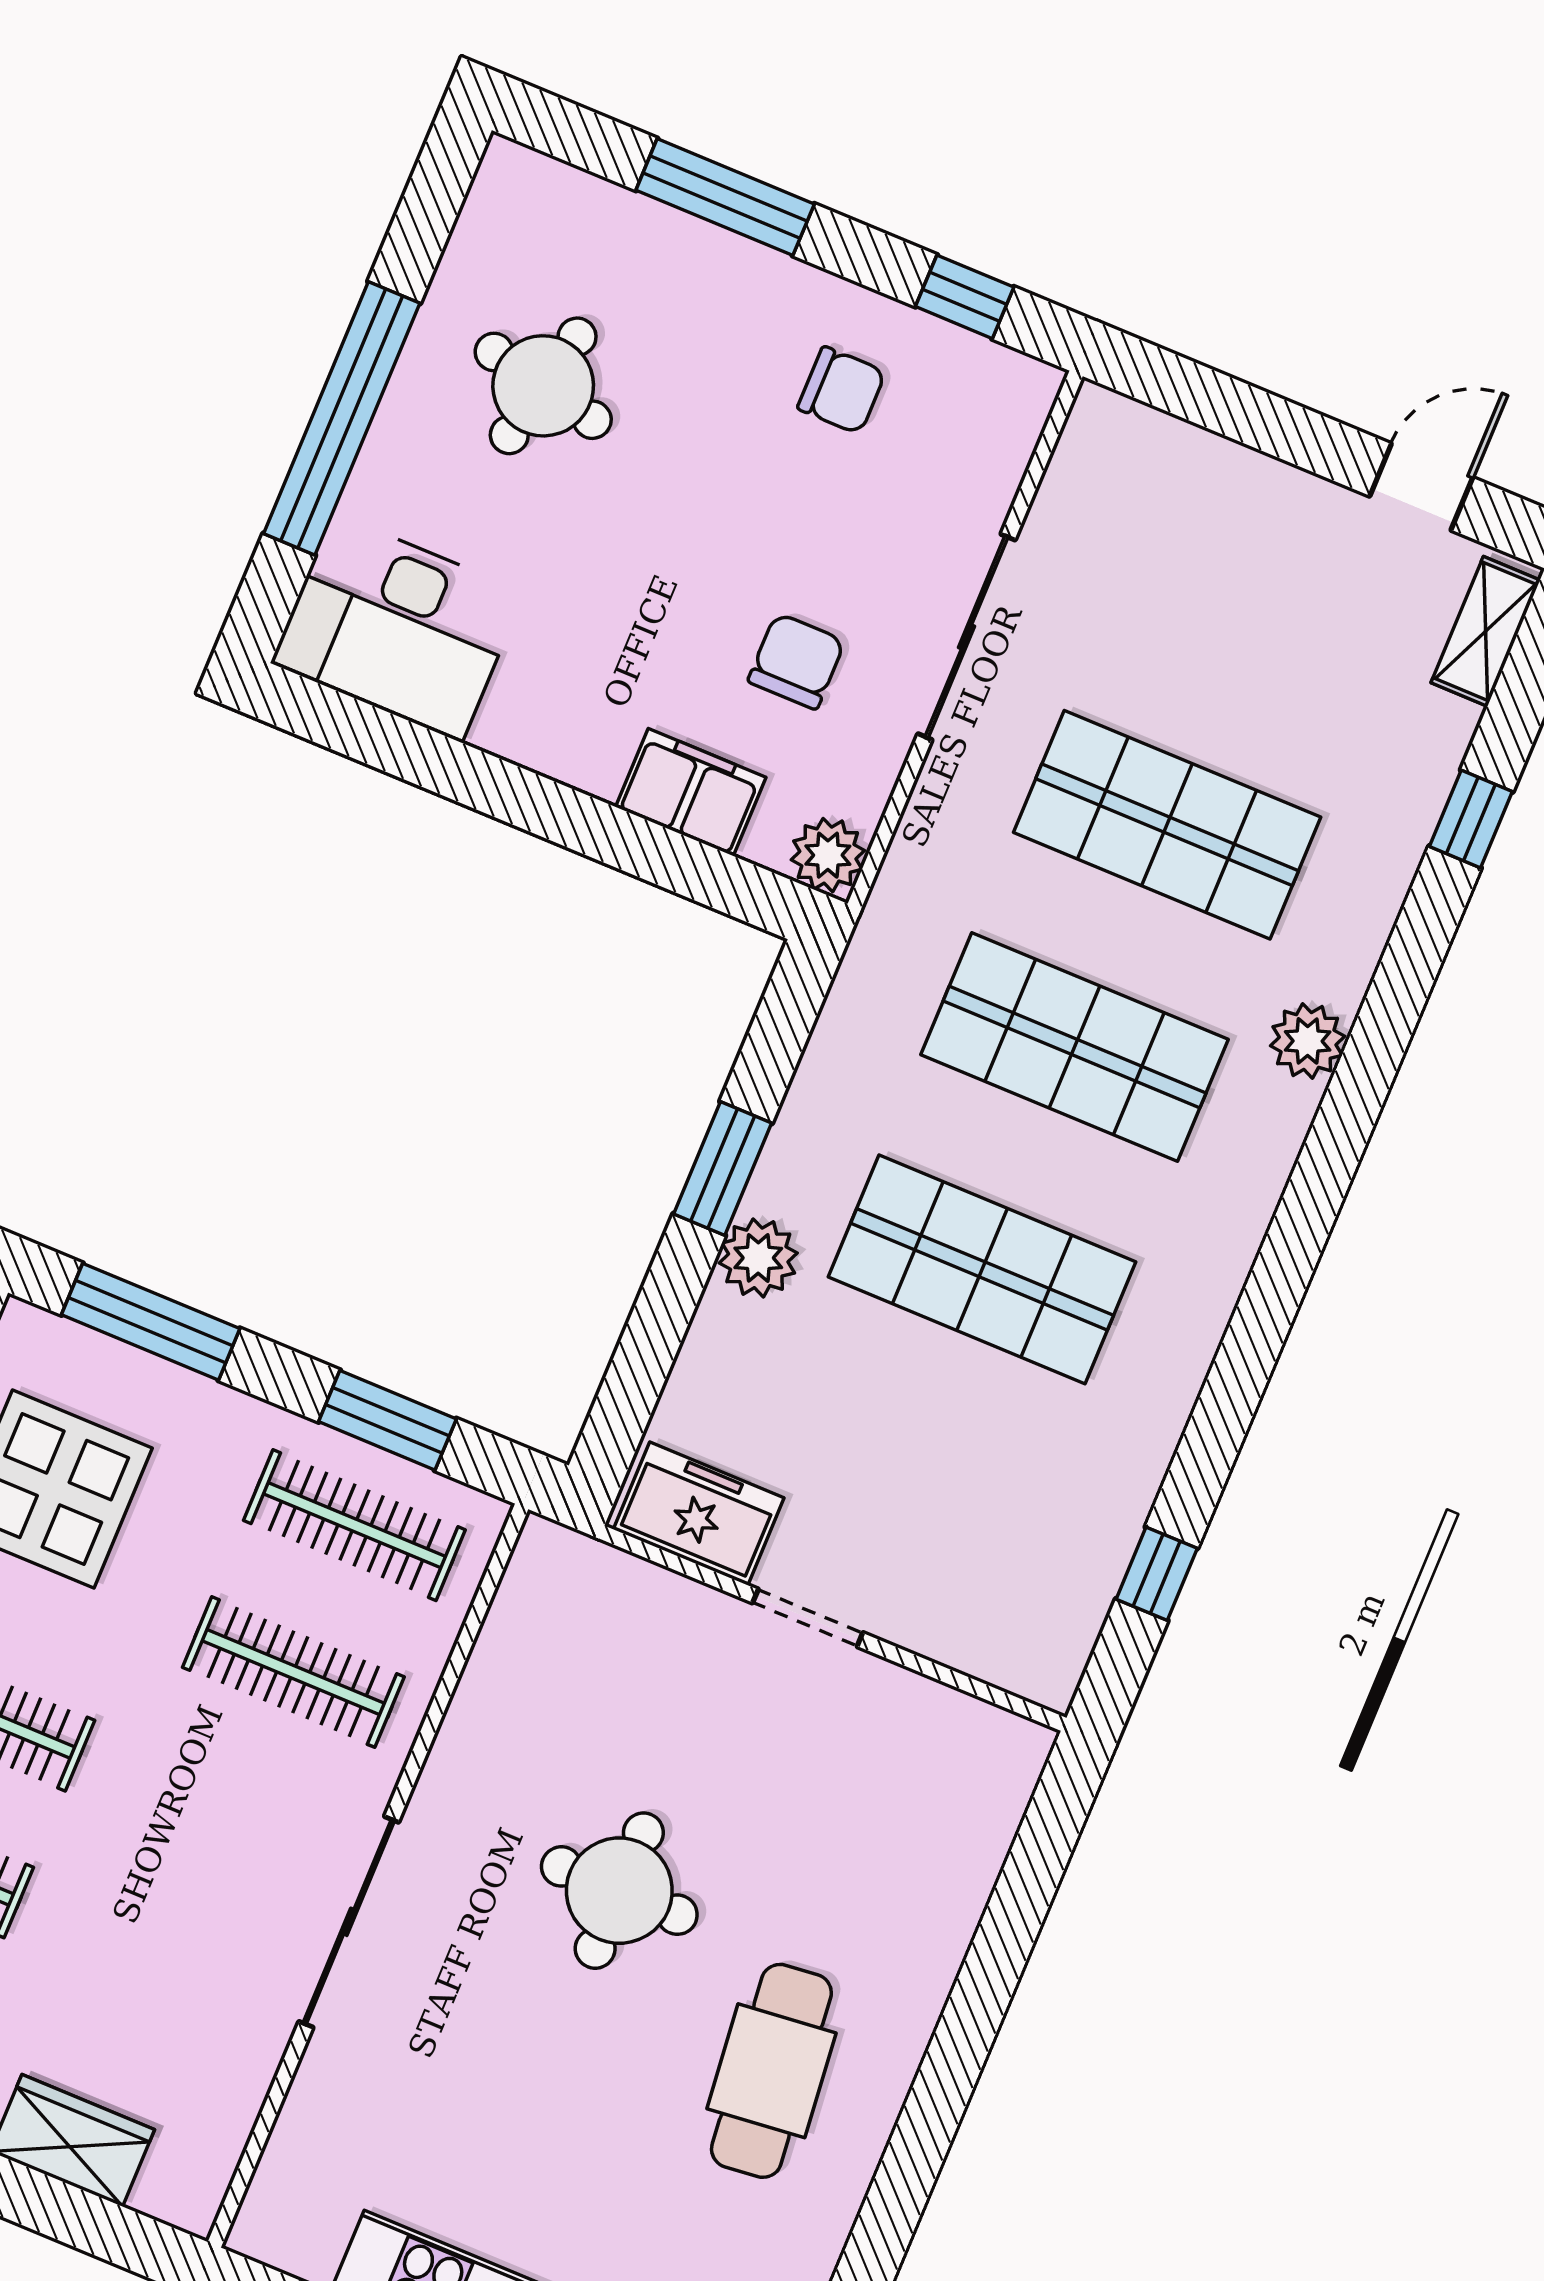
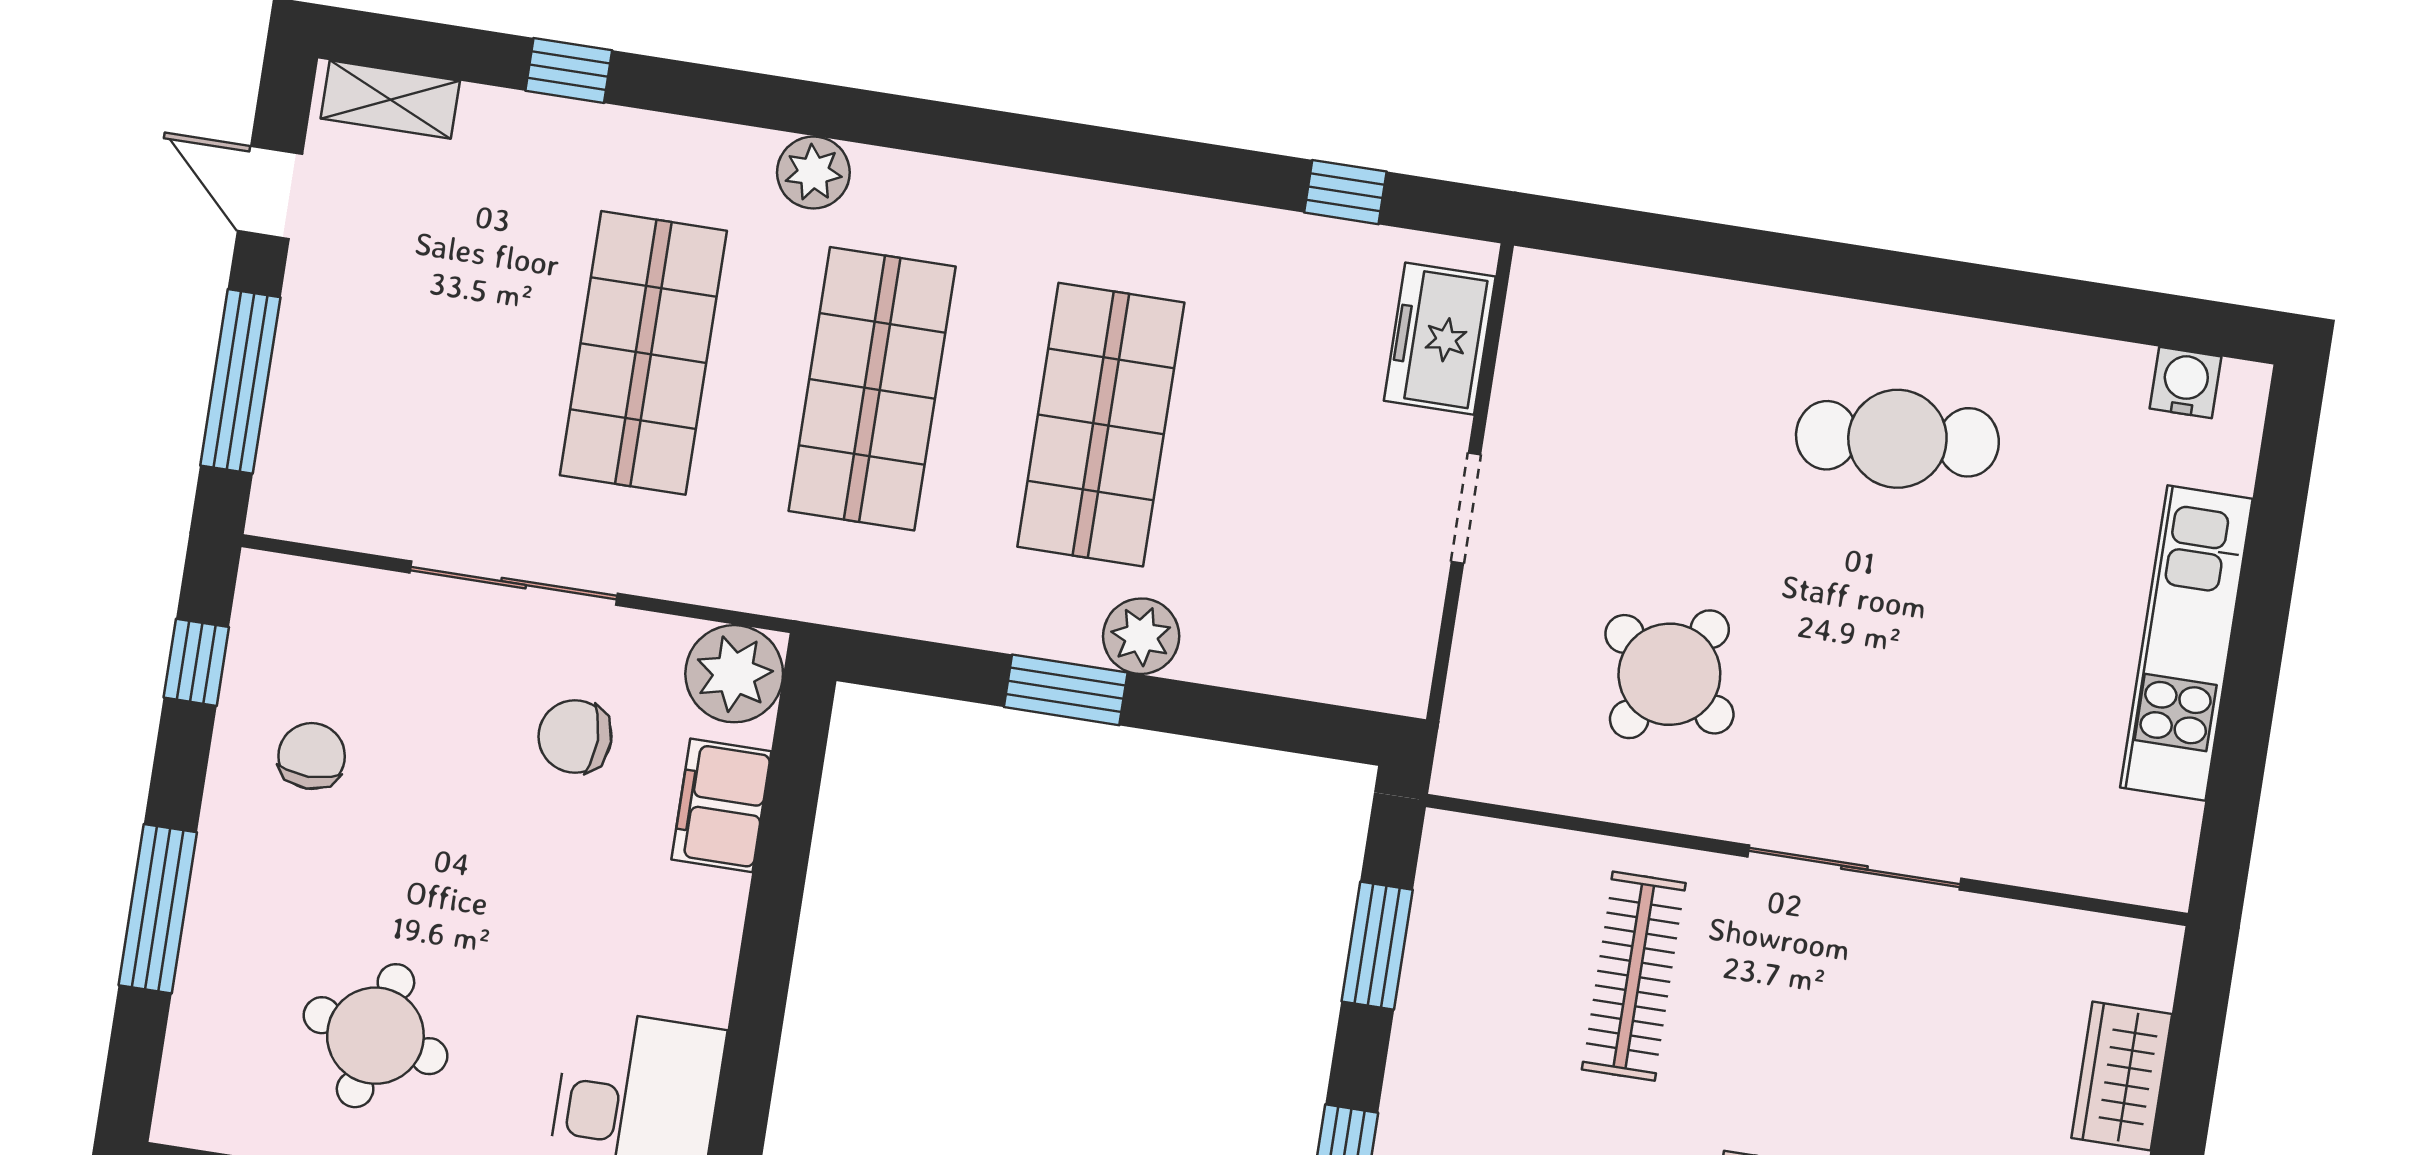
window: (1238, 410) -> (240, 381), added
plant: (828, 855) -> (734, 674), width x1.36, depth x1.36
freezer: (699, 1514) -> (1440, 339), moved
clothes rail: (354, 1525) -> (1483, 953), removed
round table: (619, 1891) -> (1669, 674), moved, turned 33

